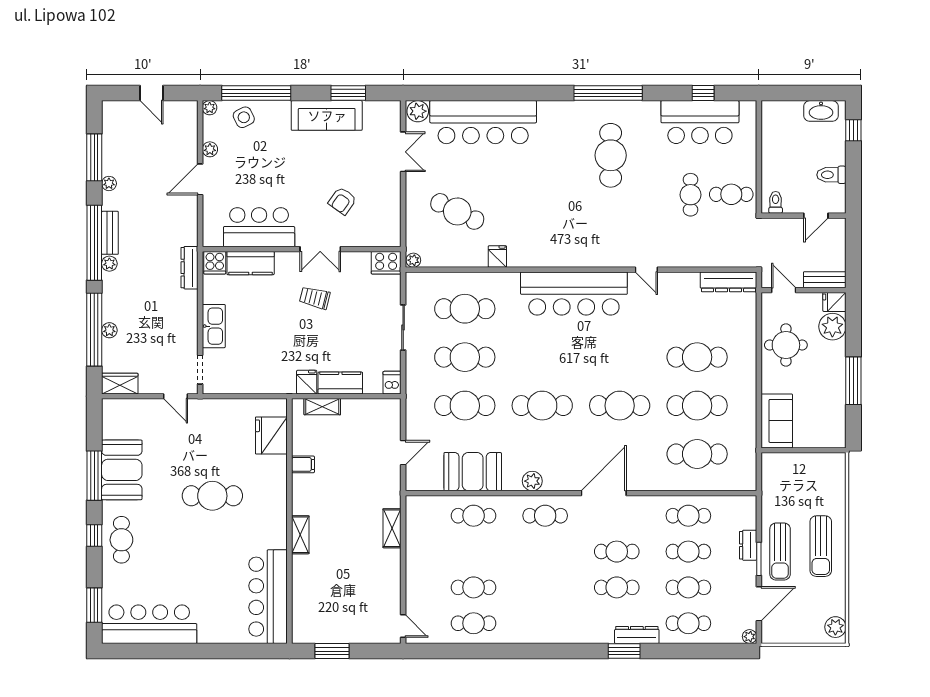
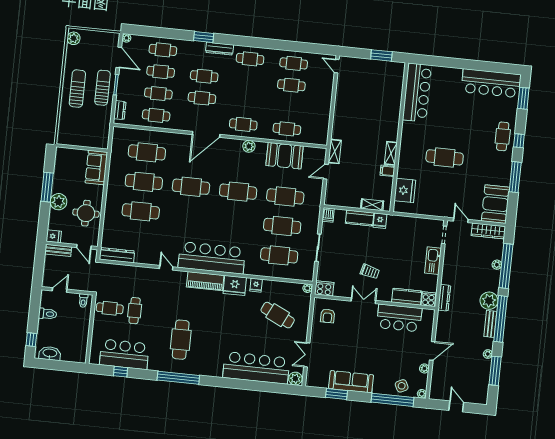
armchair: (342, 201) -> (328, 316), moved, turned 145
fridge: (532, 252) -> (235, 285), added
piano: (581, 255) -> (205, 281), added
plant: (109, 264) -> (489, 301), width x1.87, depth x1.87
plant: (832, 327) -> (58, 202), moved
wardrobe: (120, 384) -> (488, 231), width x1.50
booth: (122, 470) -> (495, 204), moved
shelving: (392, 528) -> (335, 151), moved
shelving: (300, 535) -> (391, 153), moved
dresser: (748, 545) -> (120, 110), moved
door: (759, 604) -> (119, 57), swing flipped
cafe table: (545, 623) -> (250, 59), added
dresser: (637, 635) -> (220, 49), moved

